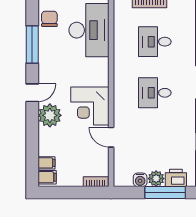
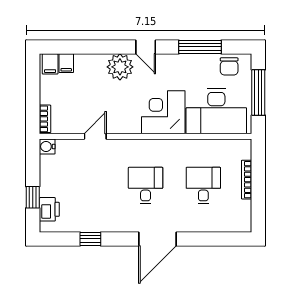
chair: (49, 19) -> (229, 66), turned 90
corner desk: (90, 106) -> (163, 112), moved
plant: (156, 179) -> (49, 187), removed
water cooler: (140, 180) -> (47, 146), moved
window: (165, 192) -> (33, 197), width x0.46

